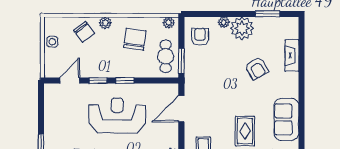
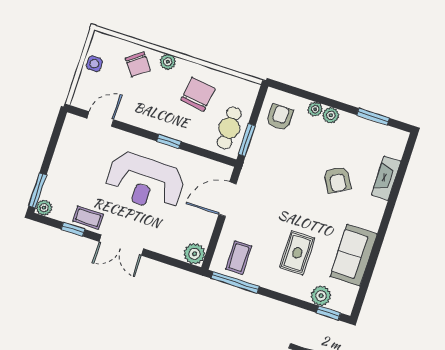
plant: (169, 23) -> (247, 87), removed
plant: (242, 28) -> (331, 115), width x0.53, depth x0.53
window: (98, 81) -> (136, 130), removed
reception desk: (117, 116) -> (145, 182), turned 180

